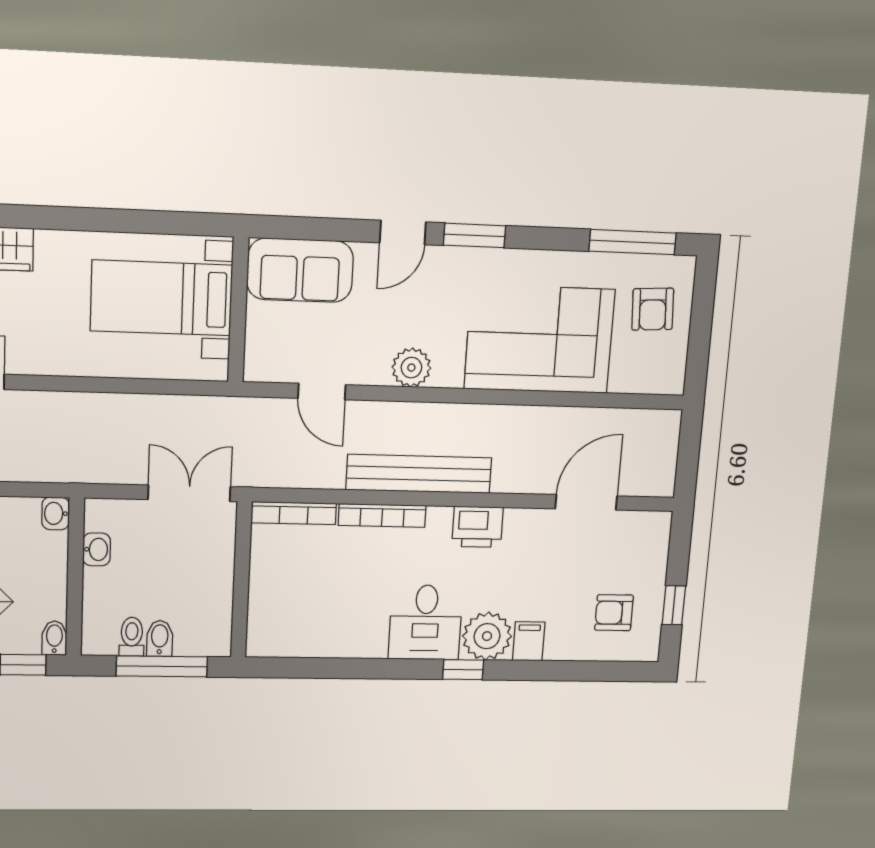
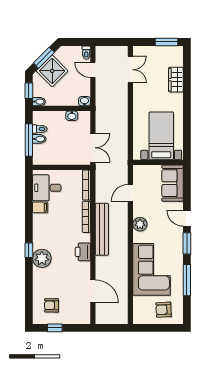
window: (633, 242) -> (187, 280), moved
armchair: (614, 613) -> (51, 305), turned -90
desk: (425, 622) -> (47, 188), moved
filing cabinet: (529, 641) -> (40, 207), moved

